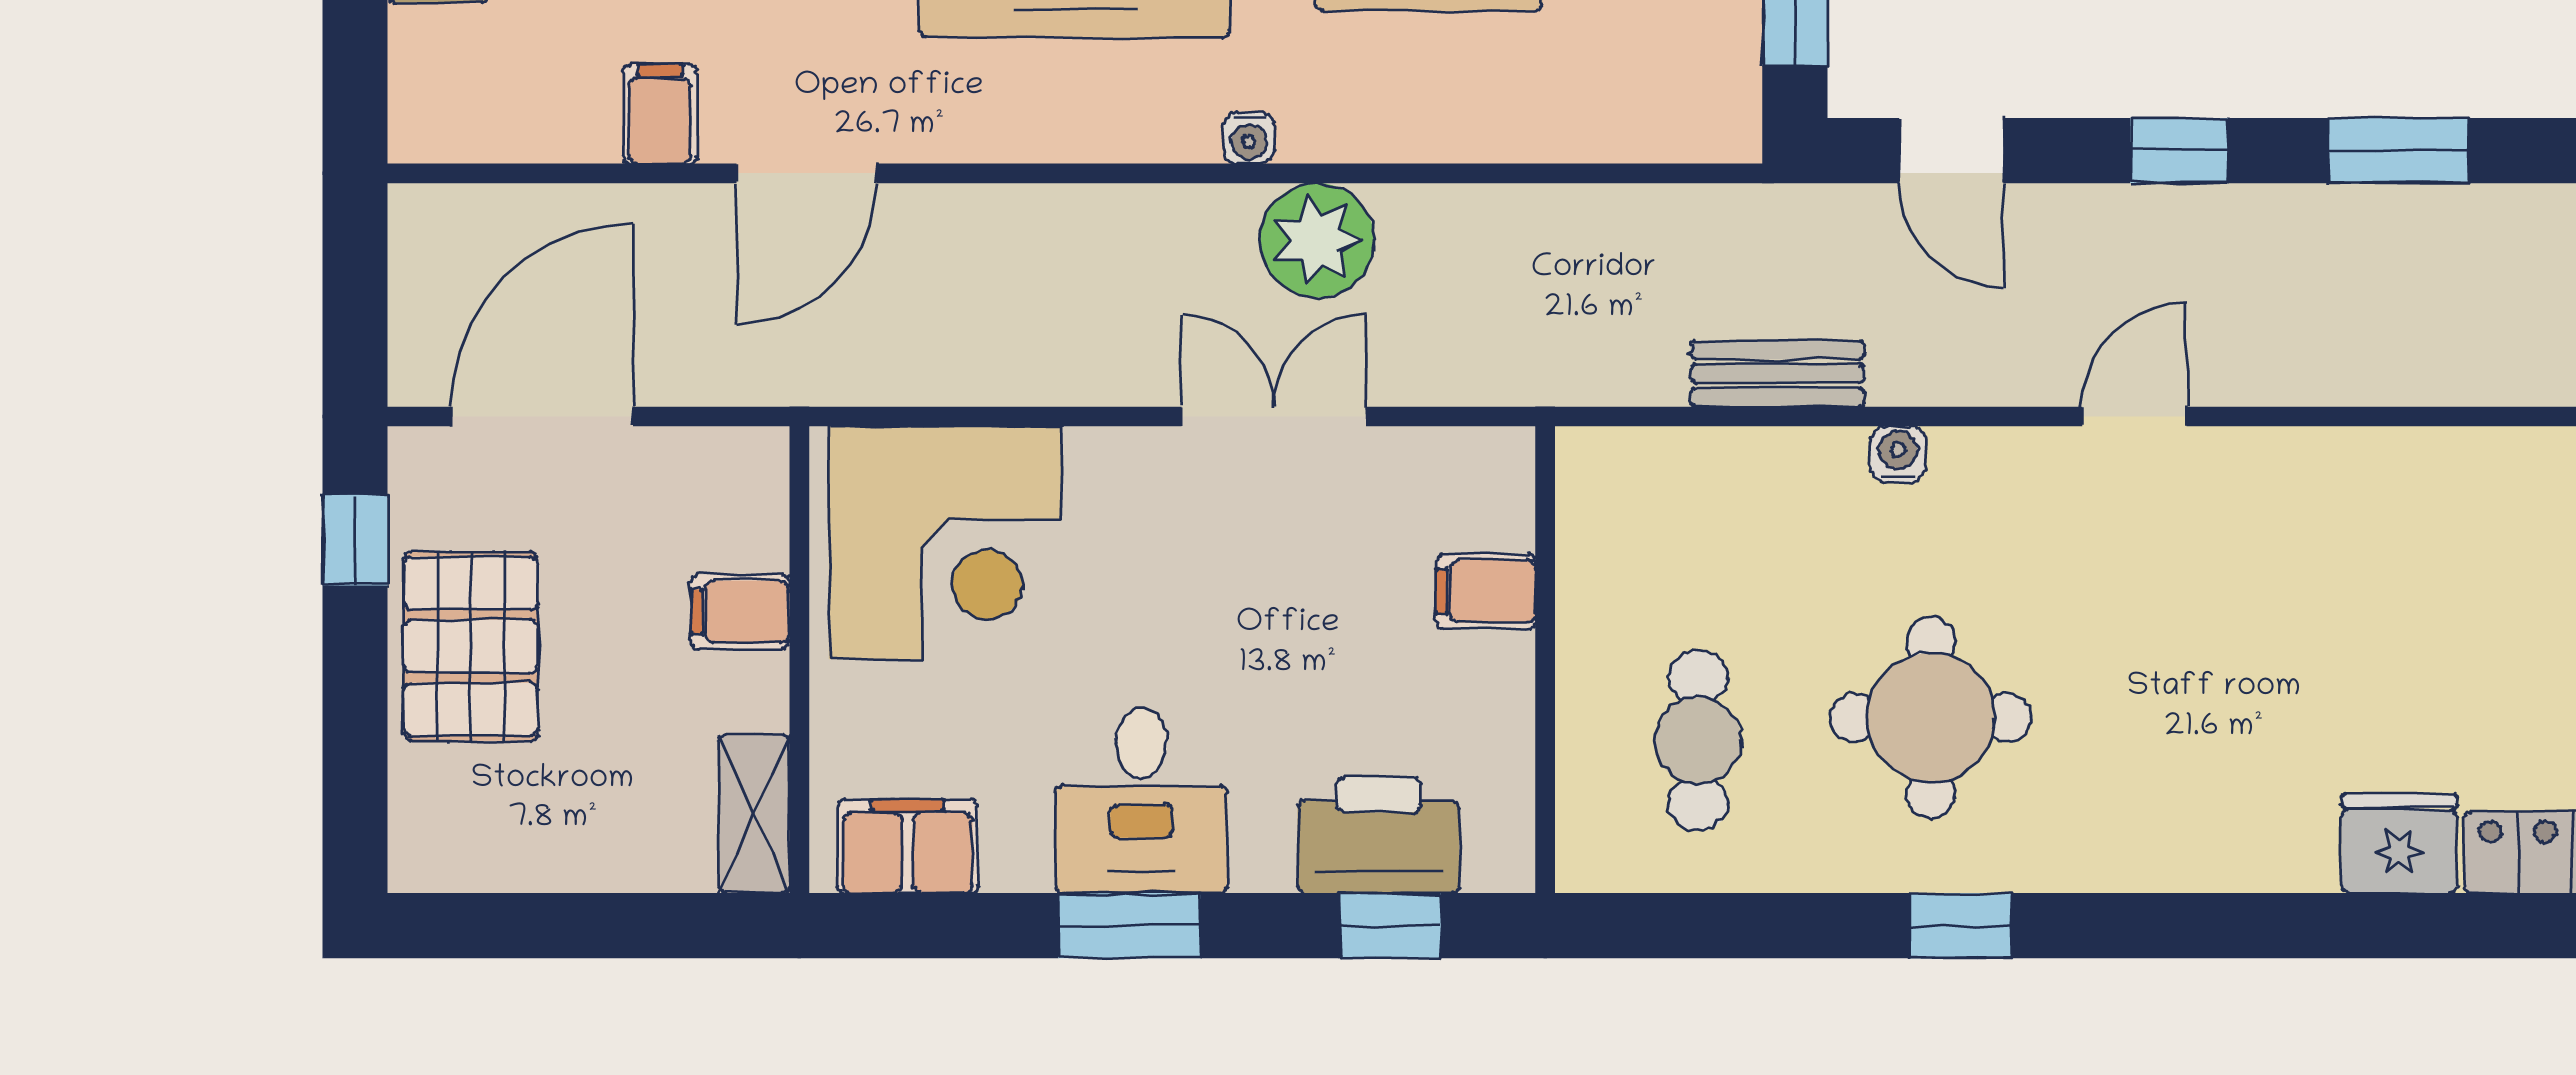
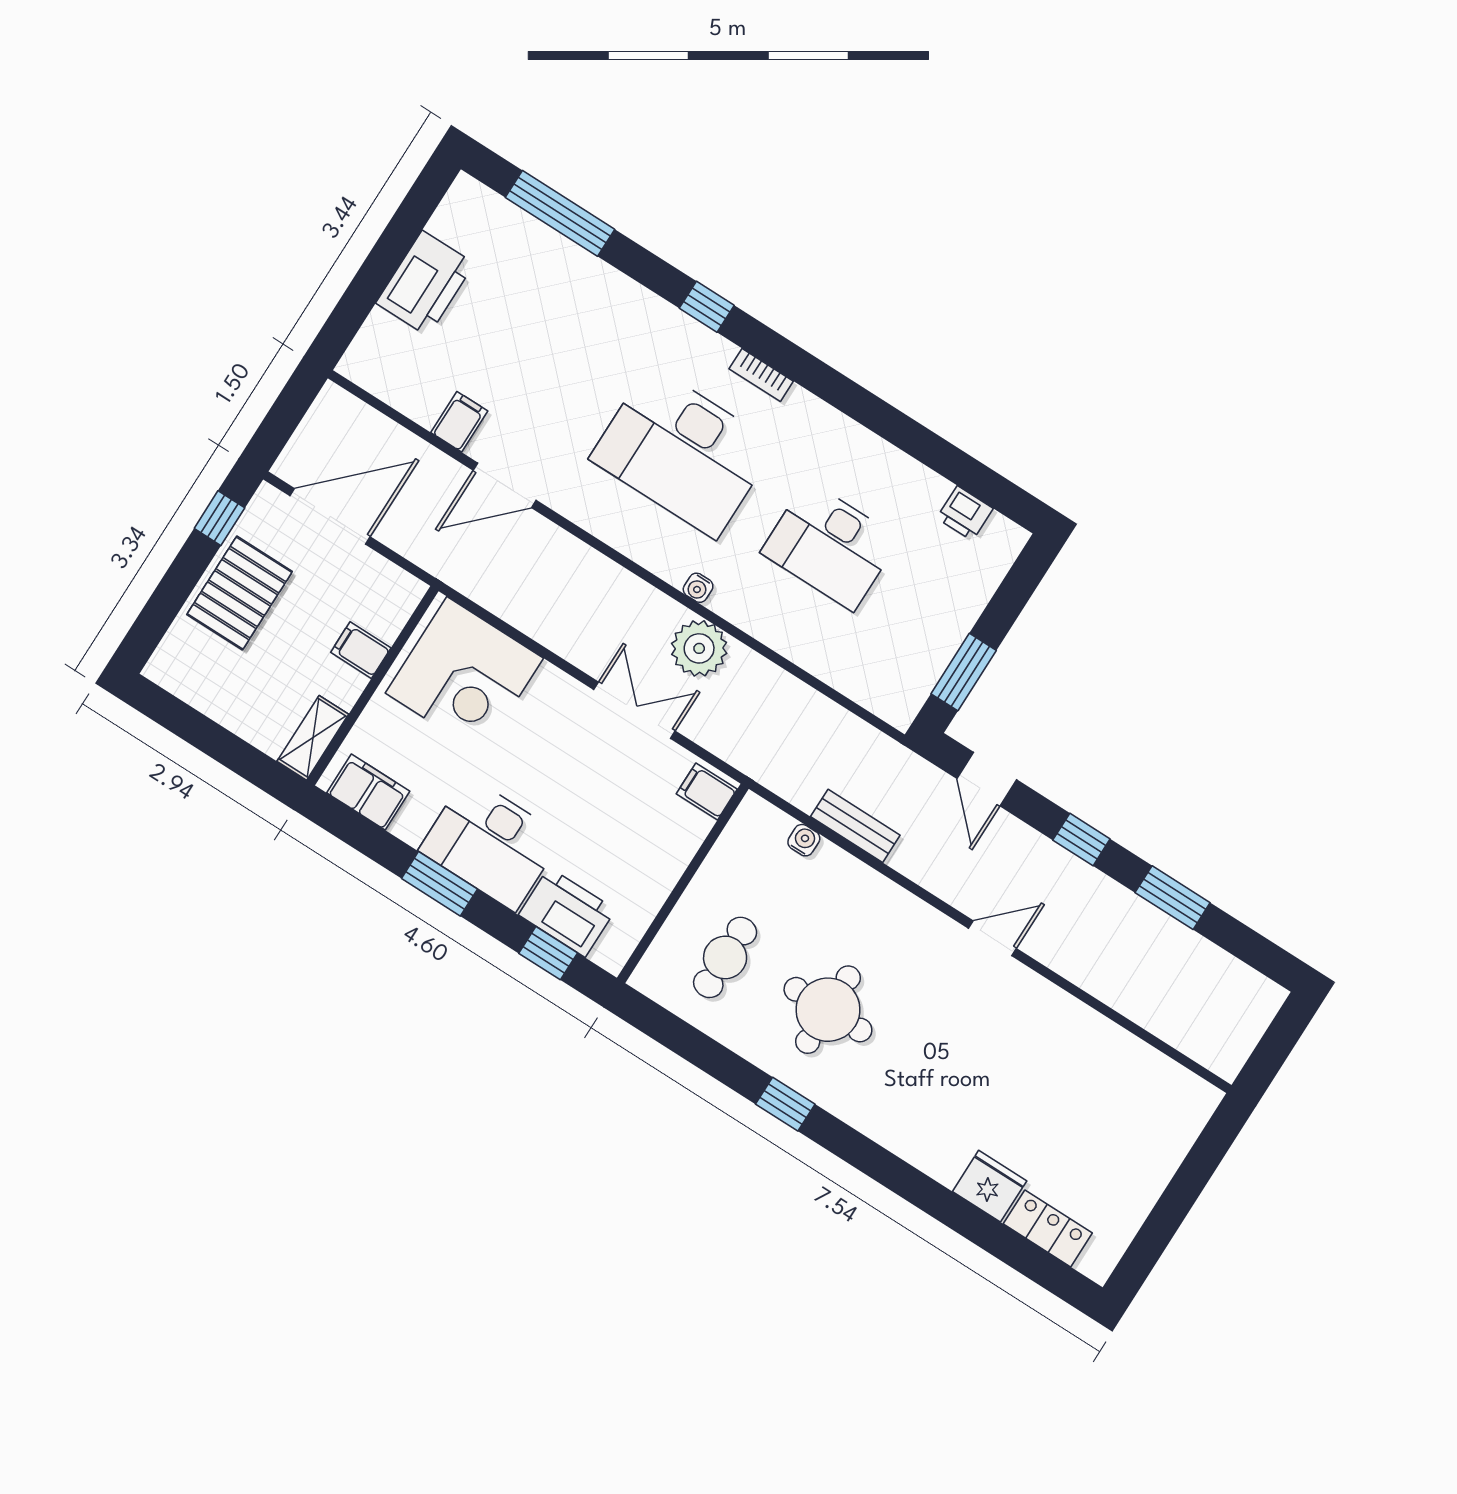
water cooler: (1898, 454) -> (804, 840), moved
filing cabinet: (1486, 591) -> (707, 791), moved
desk: (1141, 801) -> (491, 843), width x1.37

